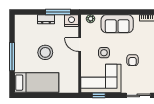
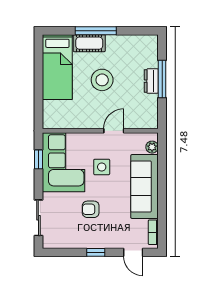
window: (58, 12) -> (162, 79), moved
nightstand: (72, 21) -> (149, 119), removed
sofa: (117, 24) -> (145, 187), width x1.36
cot: (20, 61) -> (89, 43), added

